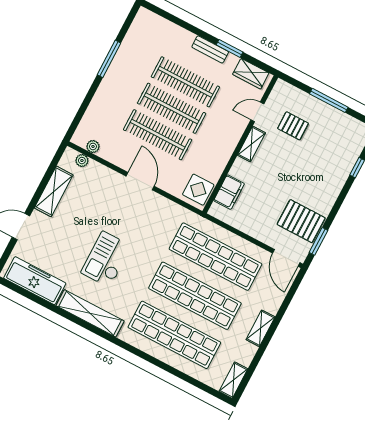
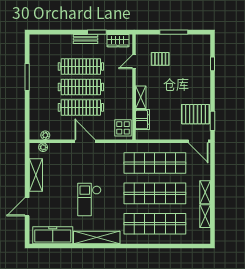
shelving: (251, 144) -> (141, 97), moved
shelving: (233, 380) -> (205, 216), moved

